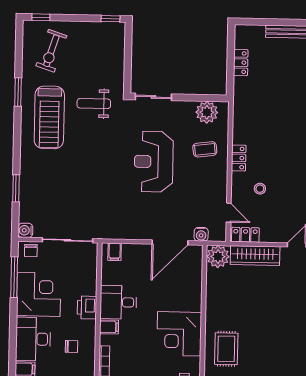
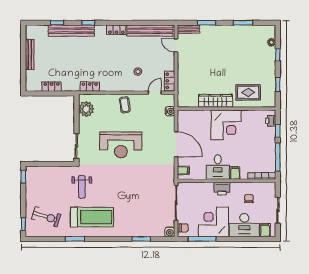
coffee table: (205, 149) -> (125, 105), moved
locker: (239, 158) -> (90, 87), moved
door: (170, 242) -> (176, 144), moved
wardrobe: (255, 256) -> (216, 101), moved, turned -90
plant: (218, 257) -> (185, 99), removed
corner desk: (179, 334) -> (226, 125), moved

